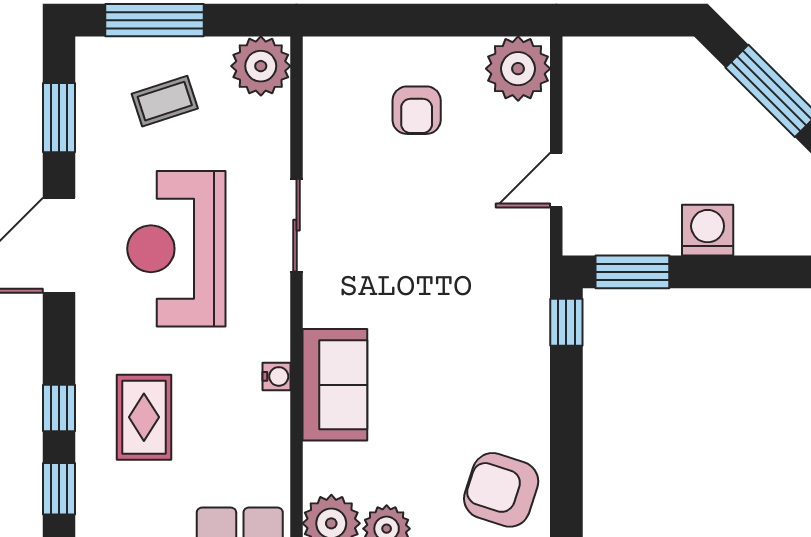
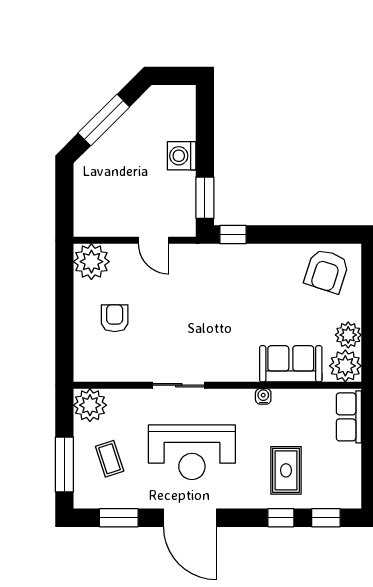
armchair: (417, 110) -> (115, 318), turned -90
sofa: (335, 385) -> (291, 364), moved
rug: (144, 417) -> (286, 470), turned 90

